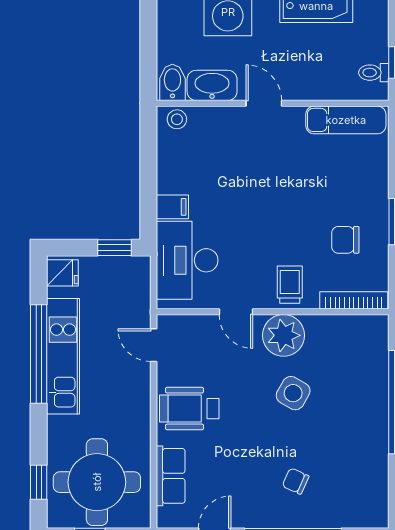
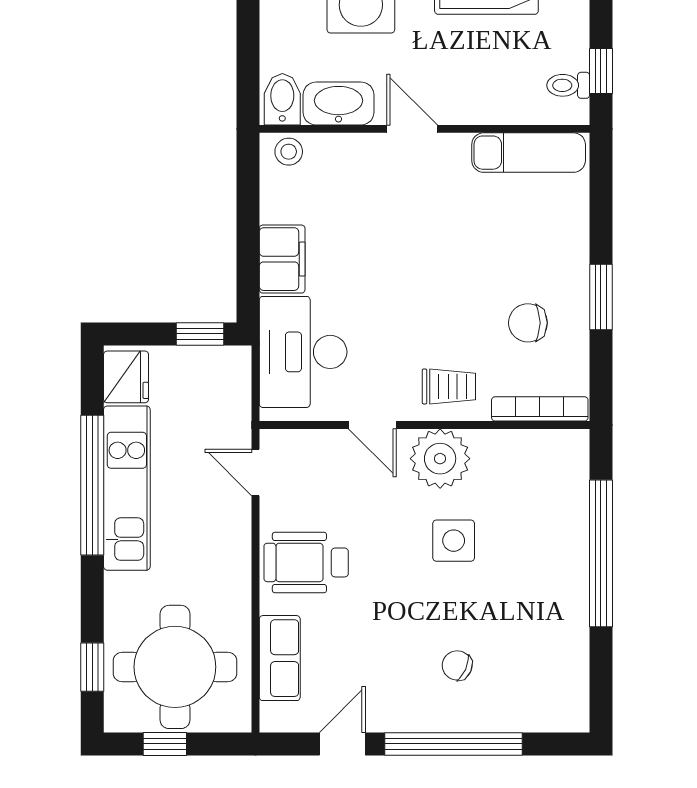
filing cabinet: (172, 207) -> (282, 259), width x2.00
fridge: (62, 273) -> (126, 377), width x1.38
trolley: (290, 285) -> (449, 386), turned 90
side table: (293, 393) -> (454, 541), turned -30

